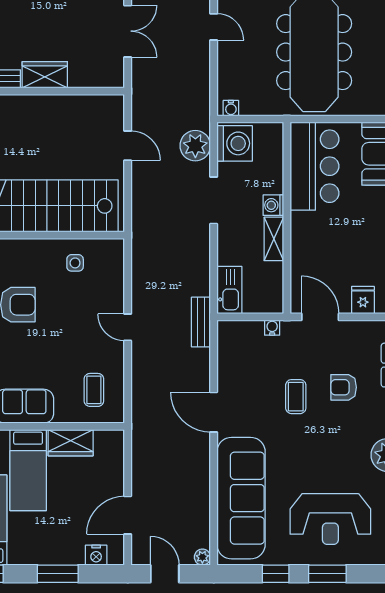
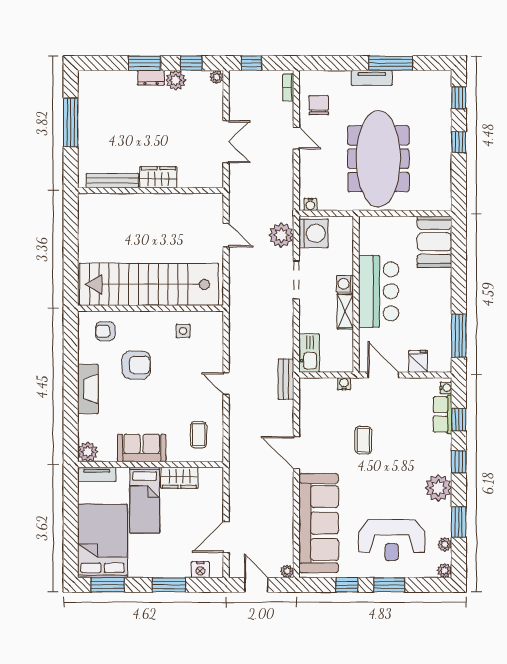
bar counter: (314, 166) -> (379, 291), moved
armchair: (344, 387) -> (402, 433), removed

